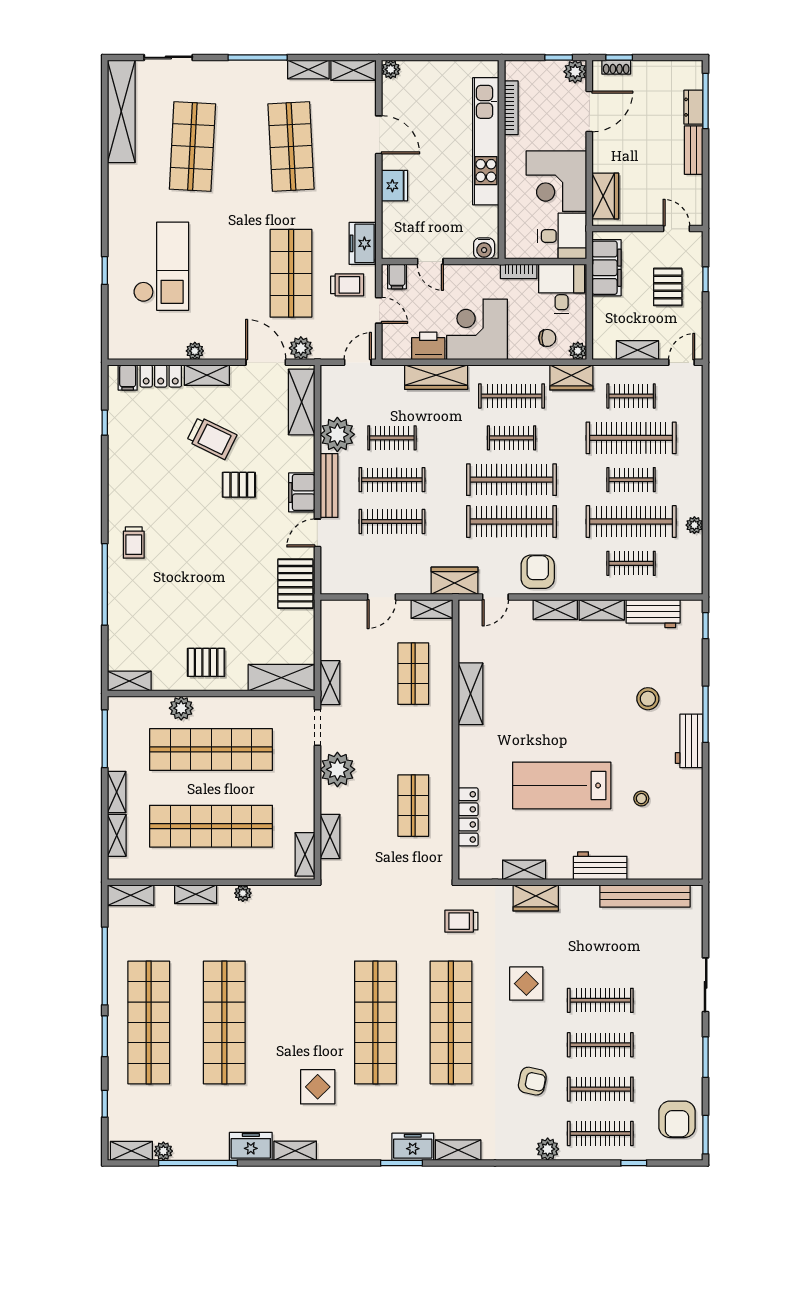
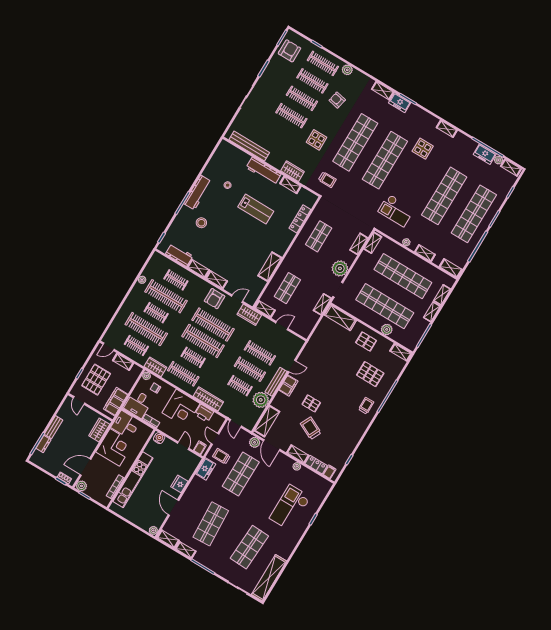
pallet: (668, 287) -> (96, 380), width x1.50, depth x1.42
door: (358, 362) -> (236, 423), hinge flipped
pallet: (295, 584) -> (370, 374), moved, turned 90
workbench: (689, 741) -> (198, 192), width x1.37
lab bench: (562, 785) -> (256, 209), width x0.73, depth x0.72
workbench: (600, 866) -> (264, 171), width x1.38
checkout: (298, 941) -> (396, 210), added
freezer: (251, 1146) -> (485, 154), moved

